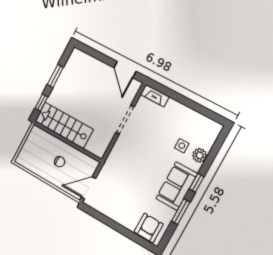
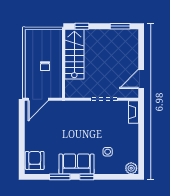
window: (55, 76) -> (120, 26), moved
plant: (200, 155) -> (131, 168), moved
door: (88, 188) -> (38, 99), swing flipped
armchair: (149, 228) -> (35, 160), turned -90

